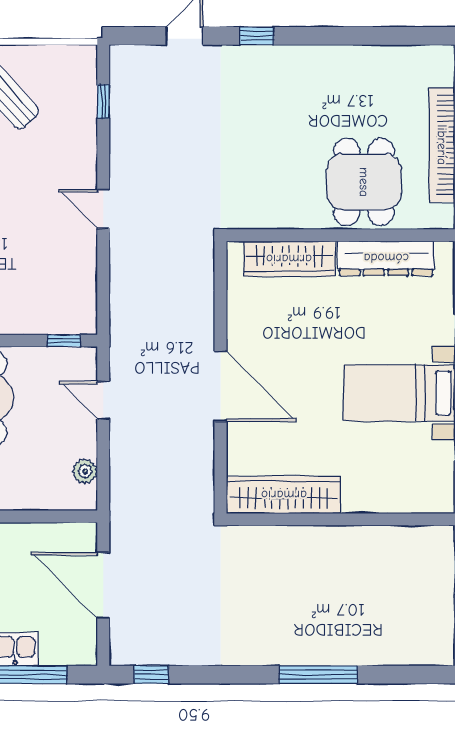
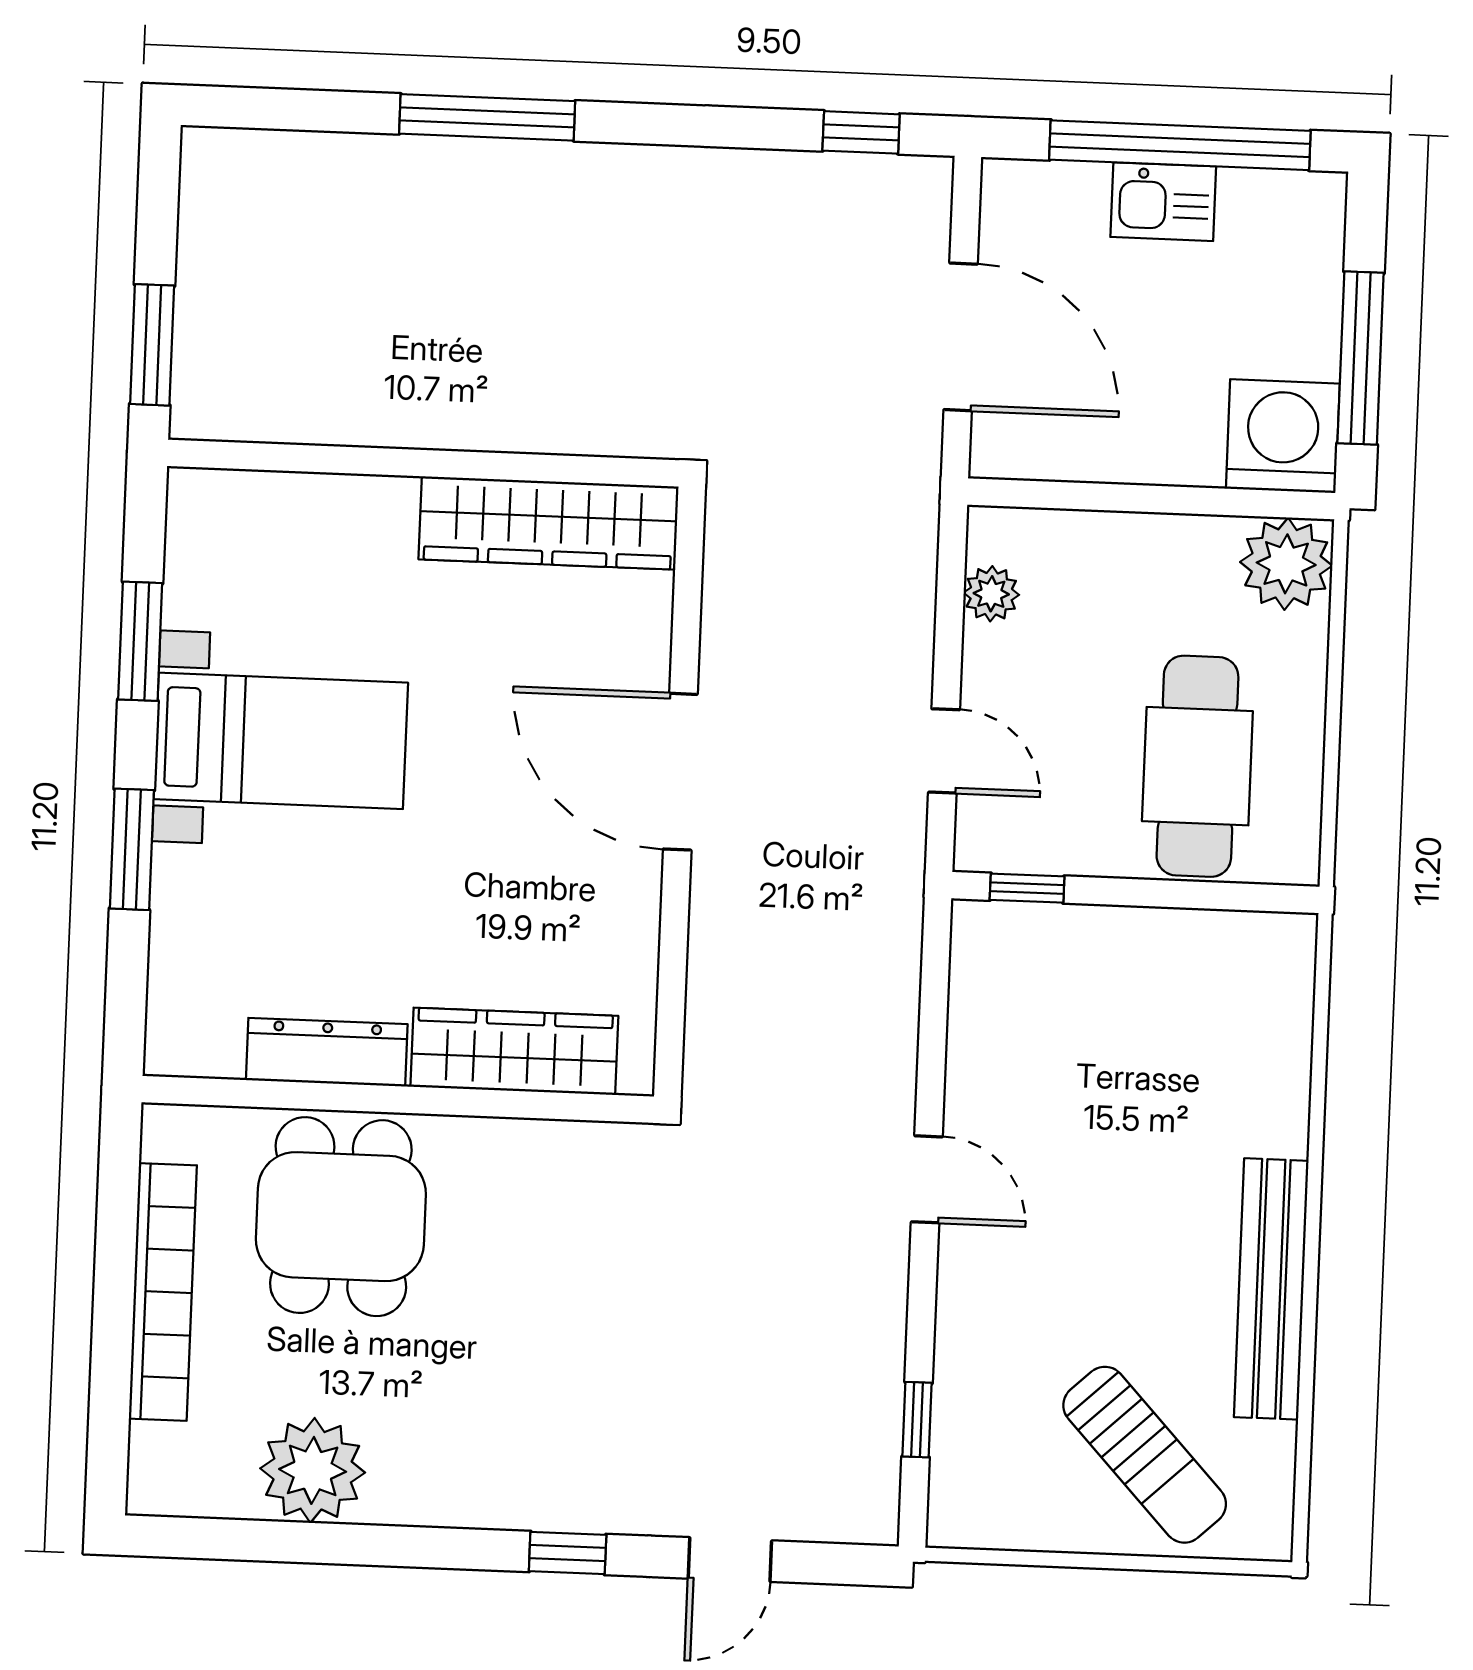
plant: (372, 68) -> (313, 1470), added
dresser: (386, 258) -> (327, 1052), width x0.73, depth x0.80

